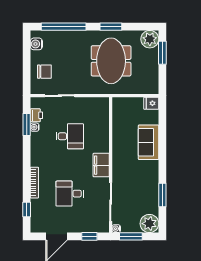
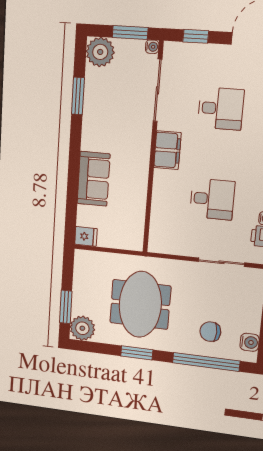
chair: (44, 72) -> (210, 332), moved
desk: (70, 136) -> (212, 199), turned 180

